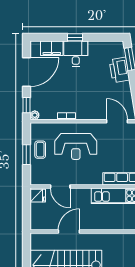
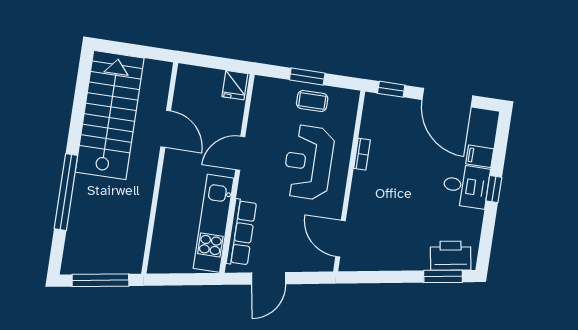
filing cabinet: (52, 48) -> (480, 156), width x0.50
printer: (119, 70) -> (451, 256), moved
plant: (35, 115) -> (372, 101), removed
door: (117, 121) -> (341, 239), swing flipped
door: (60, 186) -> (240, 153), moved

